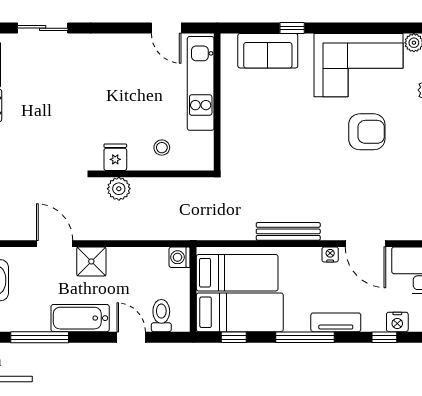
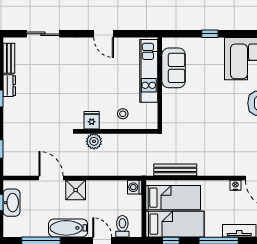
door: (166, 28) -> (104, 34), moved
sofa: (268, 51) -> (174, 68), moved, turned -90
bench: (288, 231) -> (175, 170), moved

